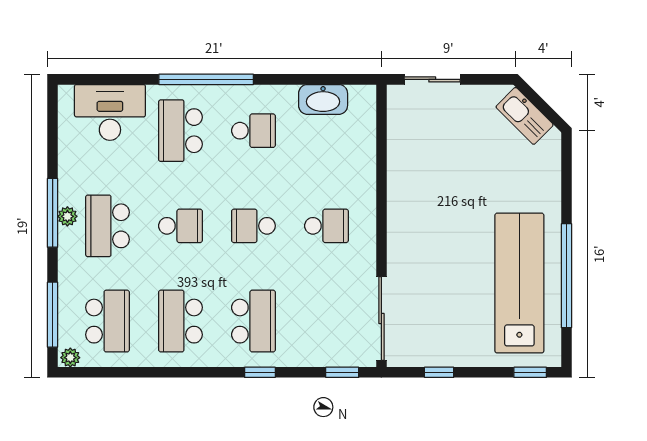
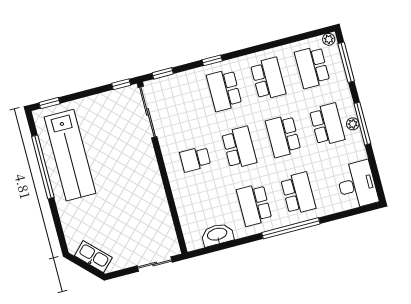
desk: (110, 112) -> (357, 185), moved, turned -90
school desk: (253, 131) -> (254, 205), width x1.85
school desk: (180, 226) -> (283, 136), width x1.85
school desk: (253, 226) -> (239, 148), width x1.85
window: (439, 372) -> (121, 84), moved

